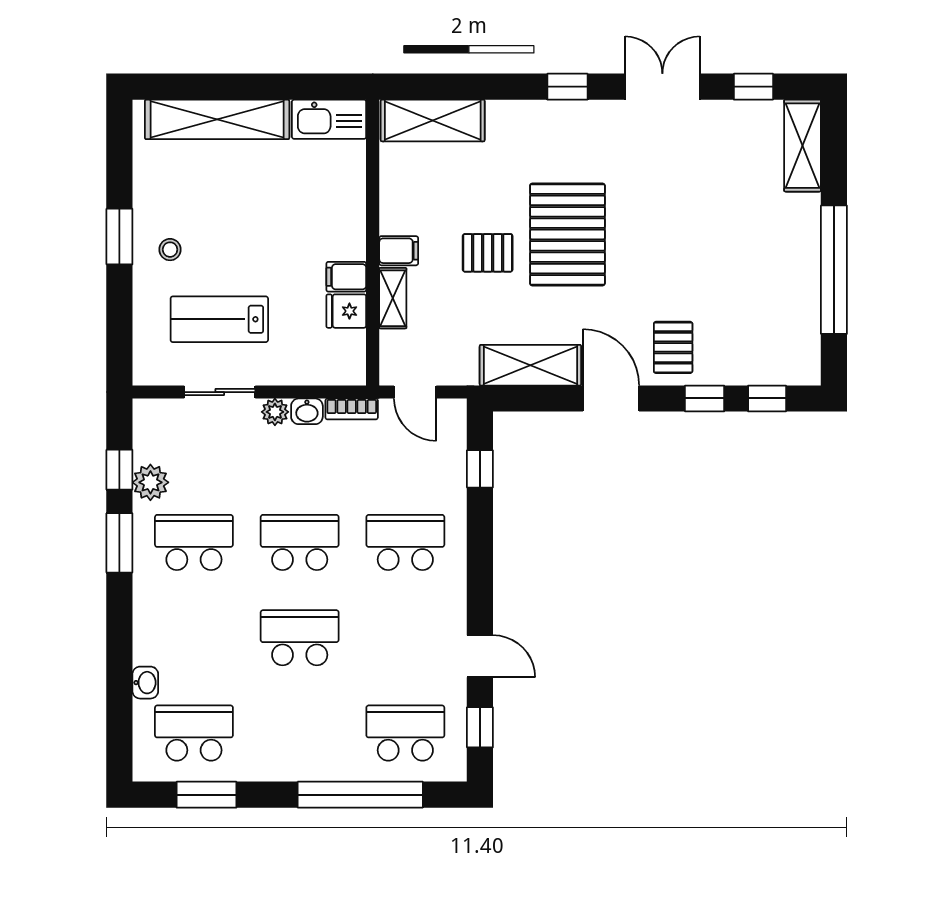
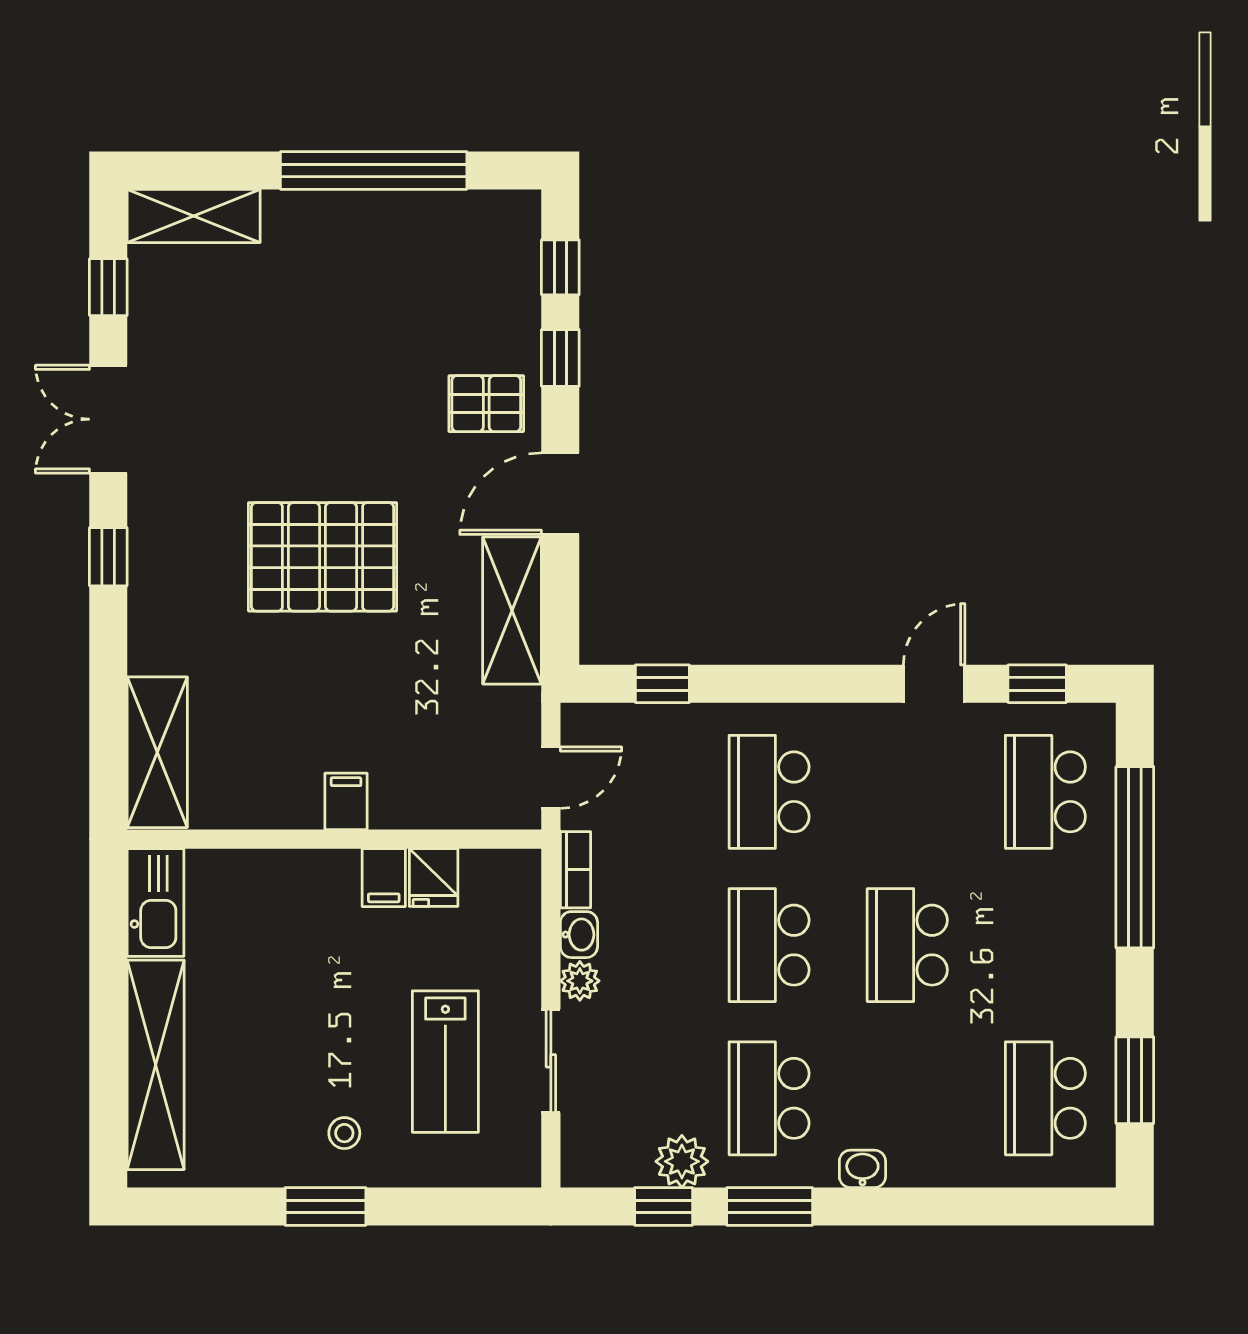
pallet: (488, 253) -> (349, 672), removed
shelving: (393, 298) -> (415, 810), removed
washbasin: (145, 683) -> (862, 1169), moved

